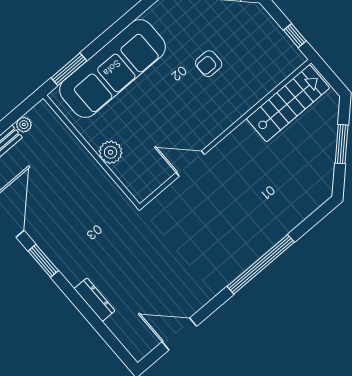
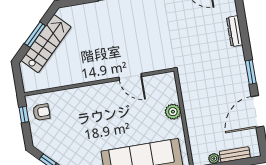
armchair: (209, 64) -> (41, 112), moved
stairs: (288, 103) -> (46, 44), moved, turned 135

